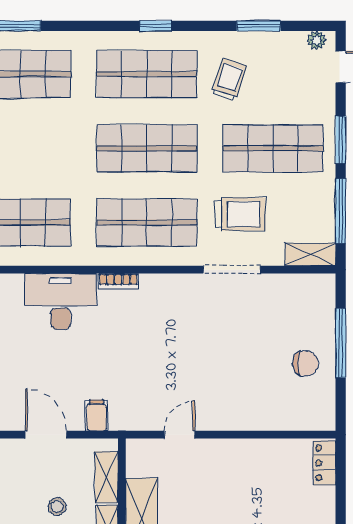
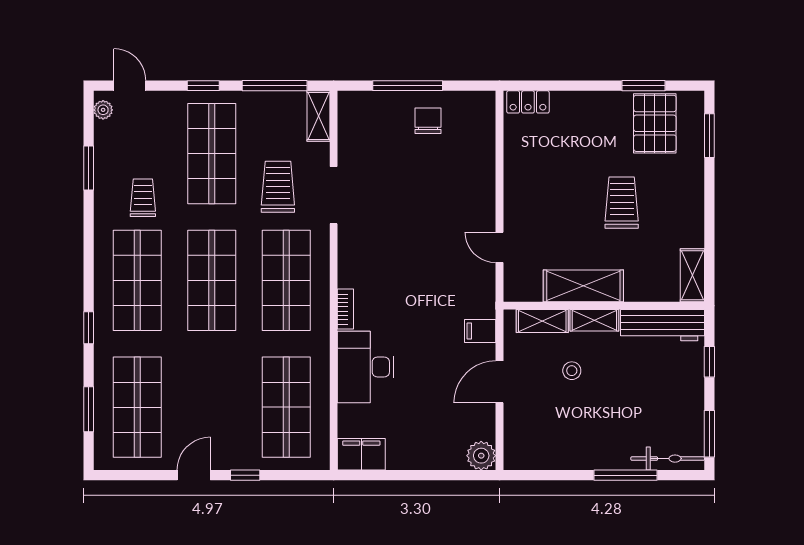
window: (156, 26) -> (89, 328), moved
trolley: (229, 80) -> (143, 198), turned 72
window: (341, 140) -> (203, 86), width x0.67

